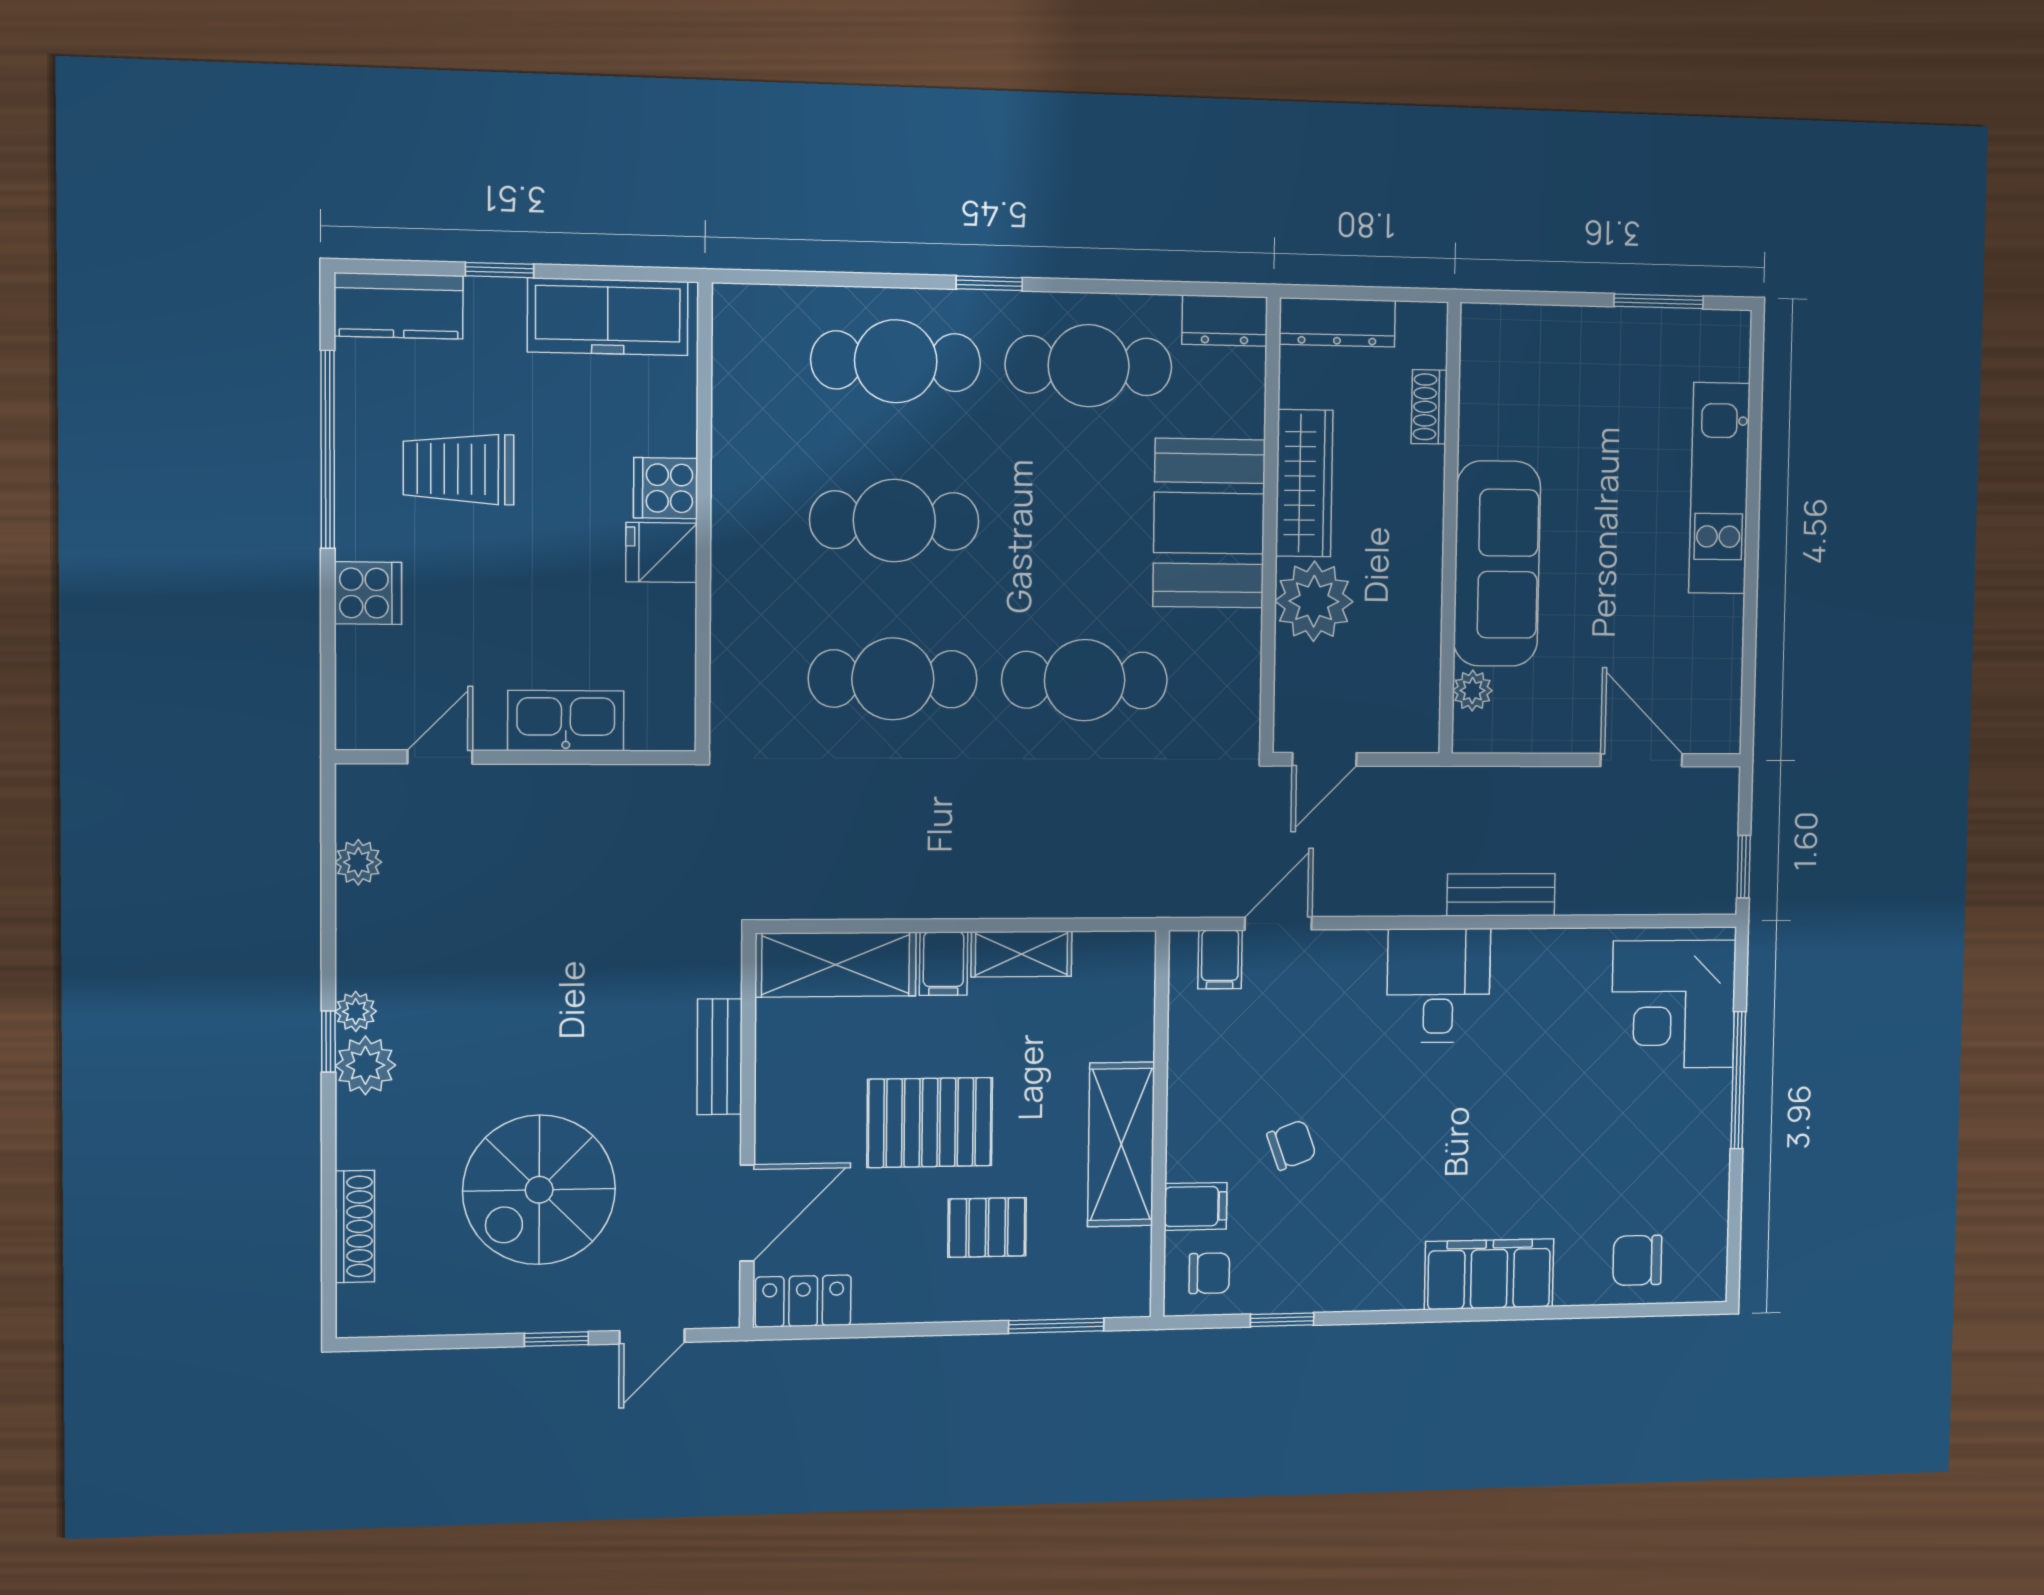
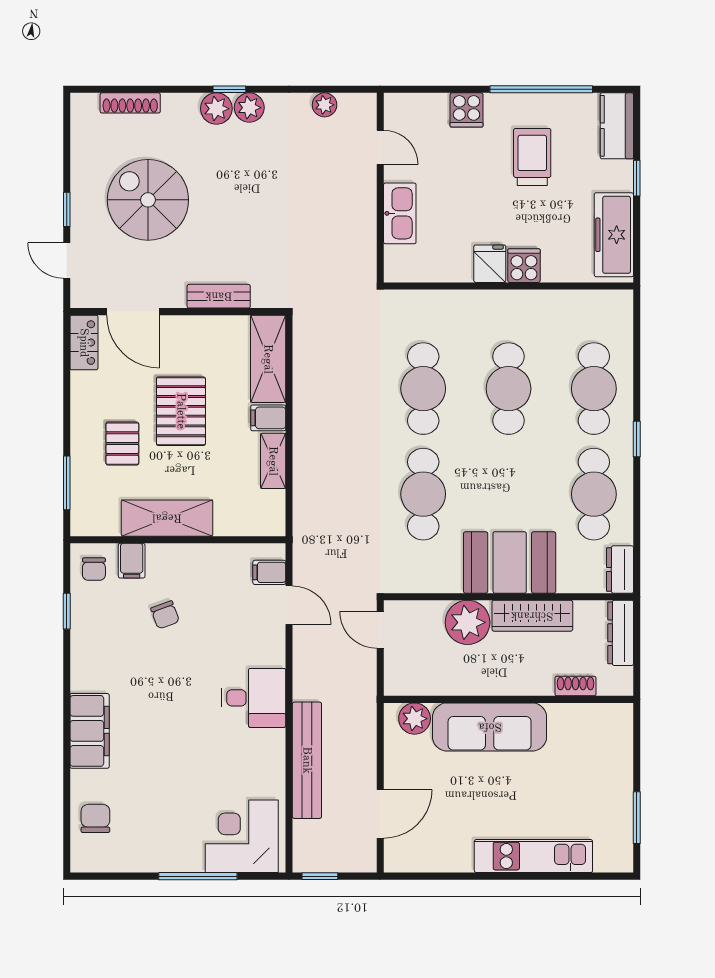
plant: (1472, 691) -> (415, 719), width x1.38, depth x1.38
bench: (1501, 895) -> (307, 760), width x1.86, depth x1.21
plant: (356, 1011) -> (249, 108), width x1.38, depth x1.38

